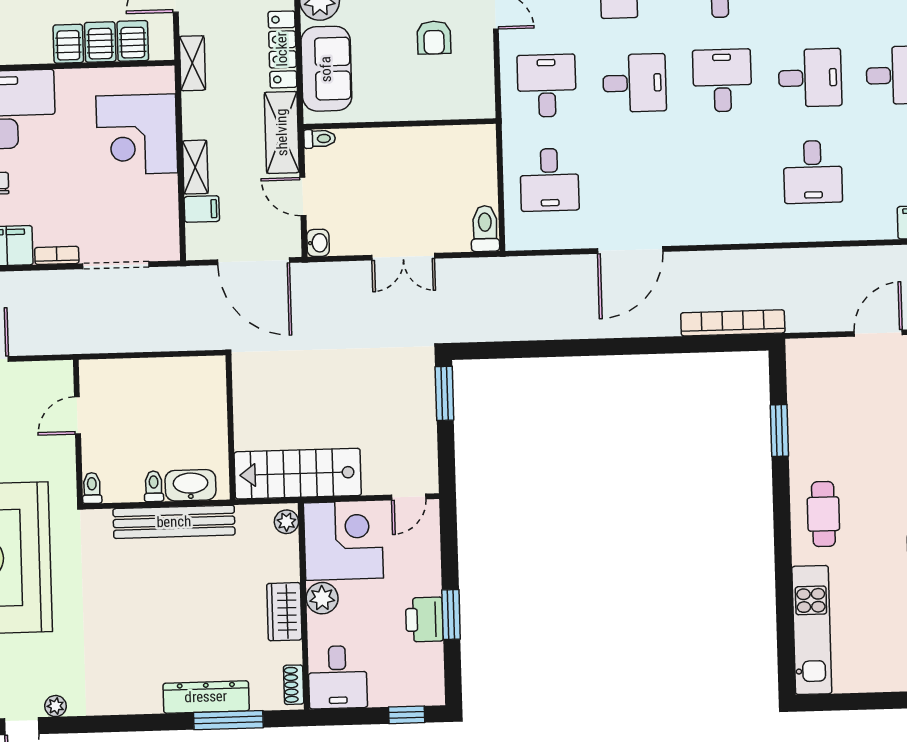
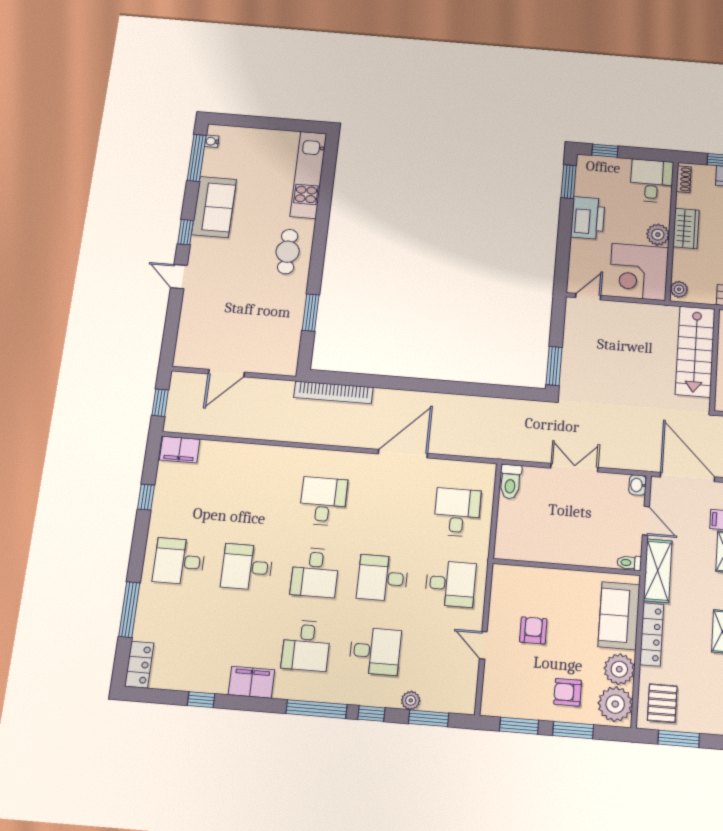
desk: (547, 86) -> (450, 584), turned -90
desk: (813, 172) -> (323, 501), moved
stairs: (298, 474) -> (695, 351), moved, turned 90
window: (451, 615) -> (569, 182), moved
printer: (424, 620) -> (588, 218), width x1.37, depth x1.19

